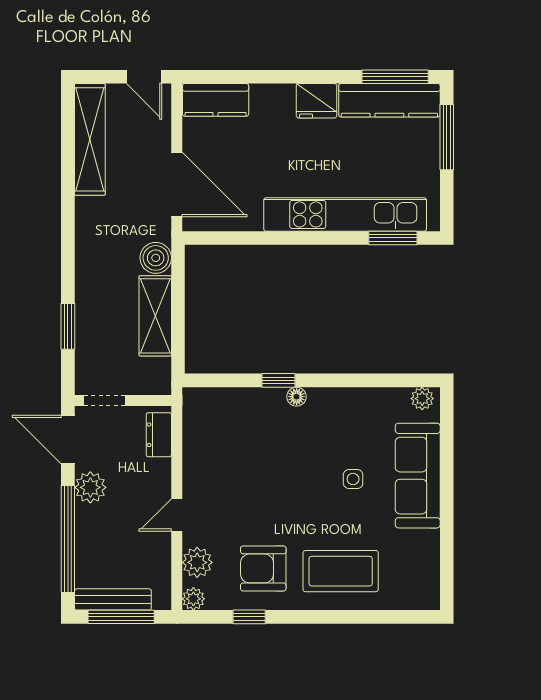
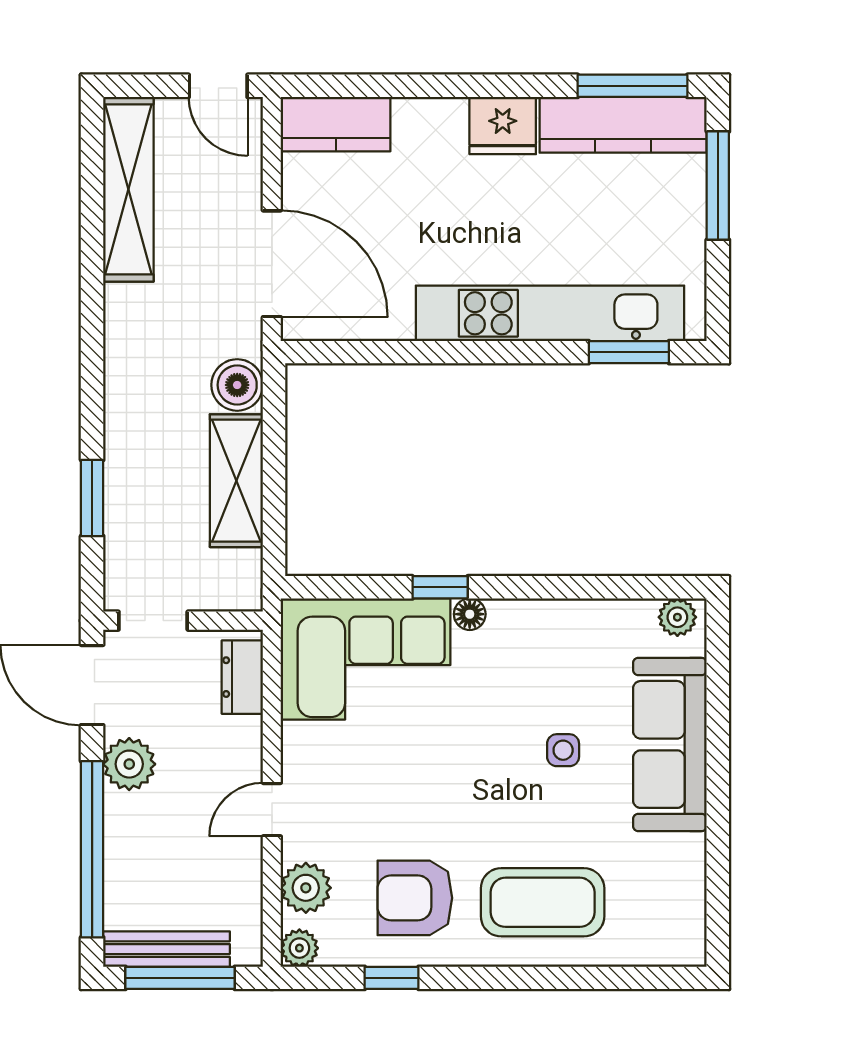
corner sofa: (233, 424) -> (366, 659), added

